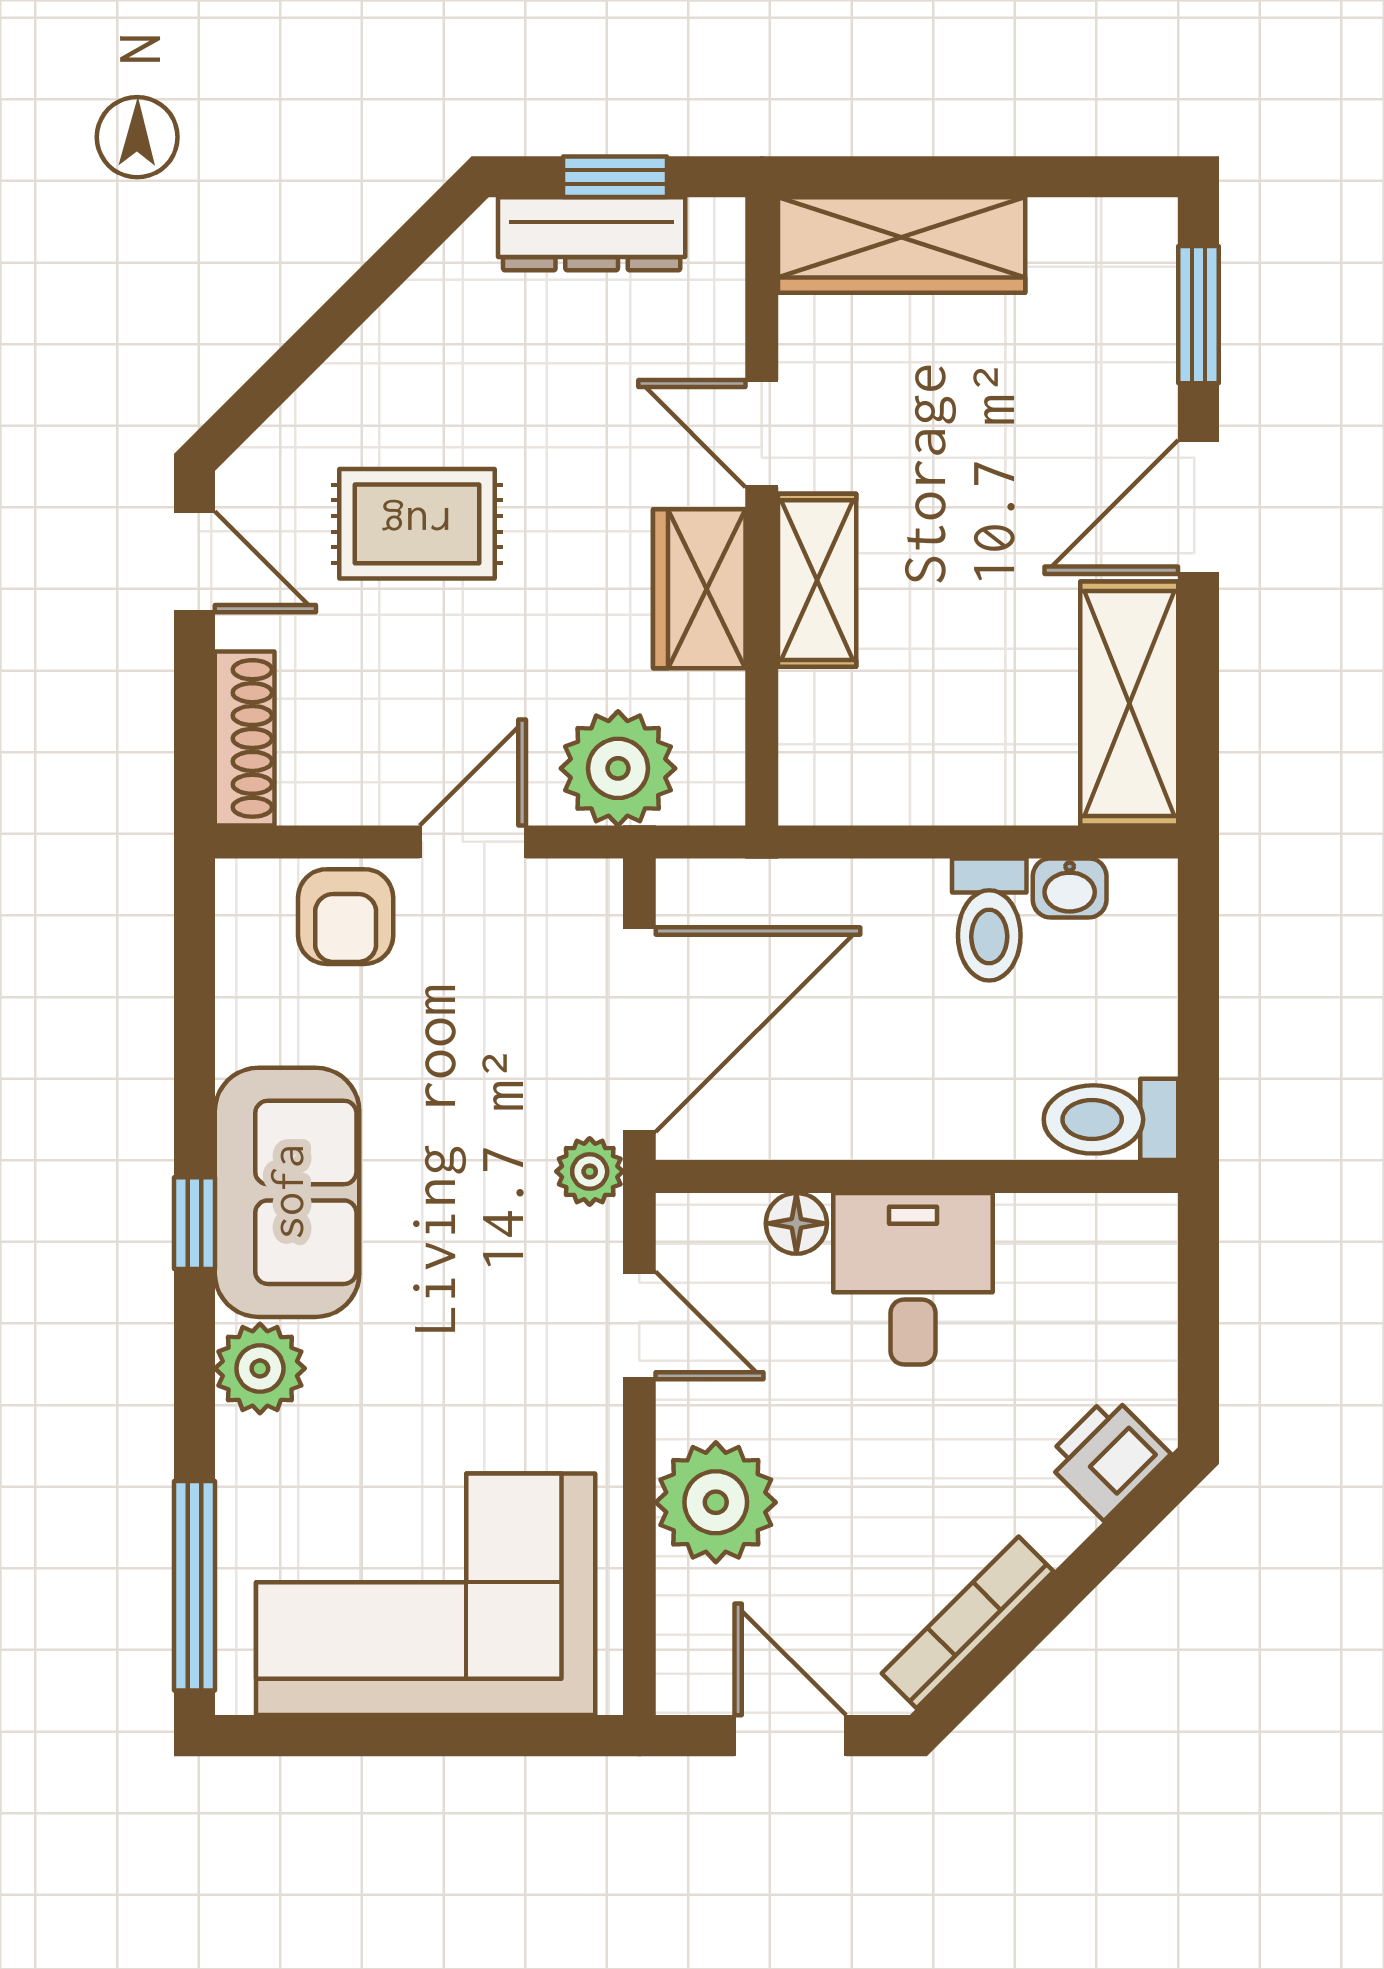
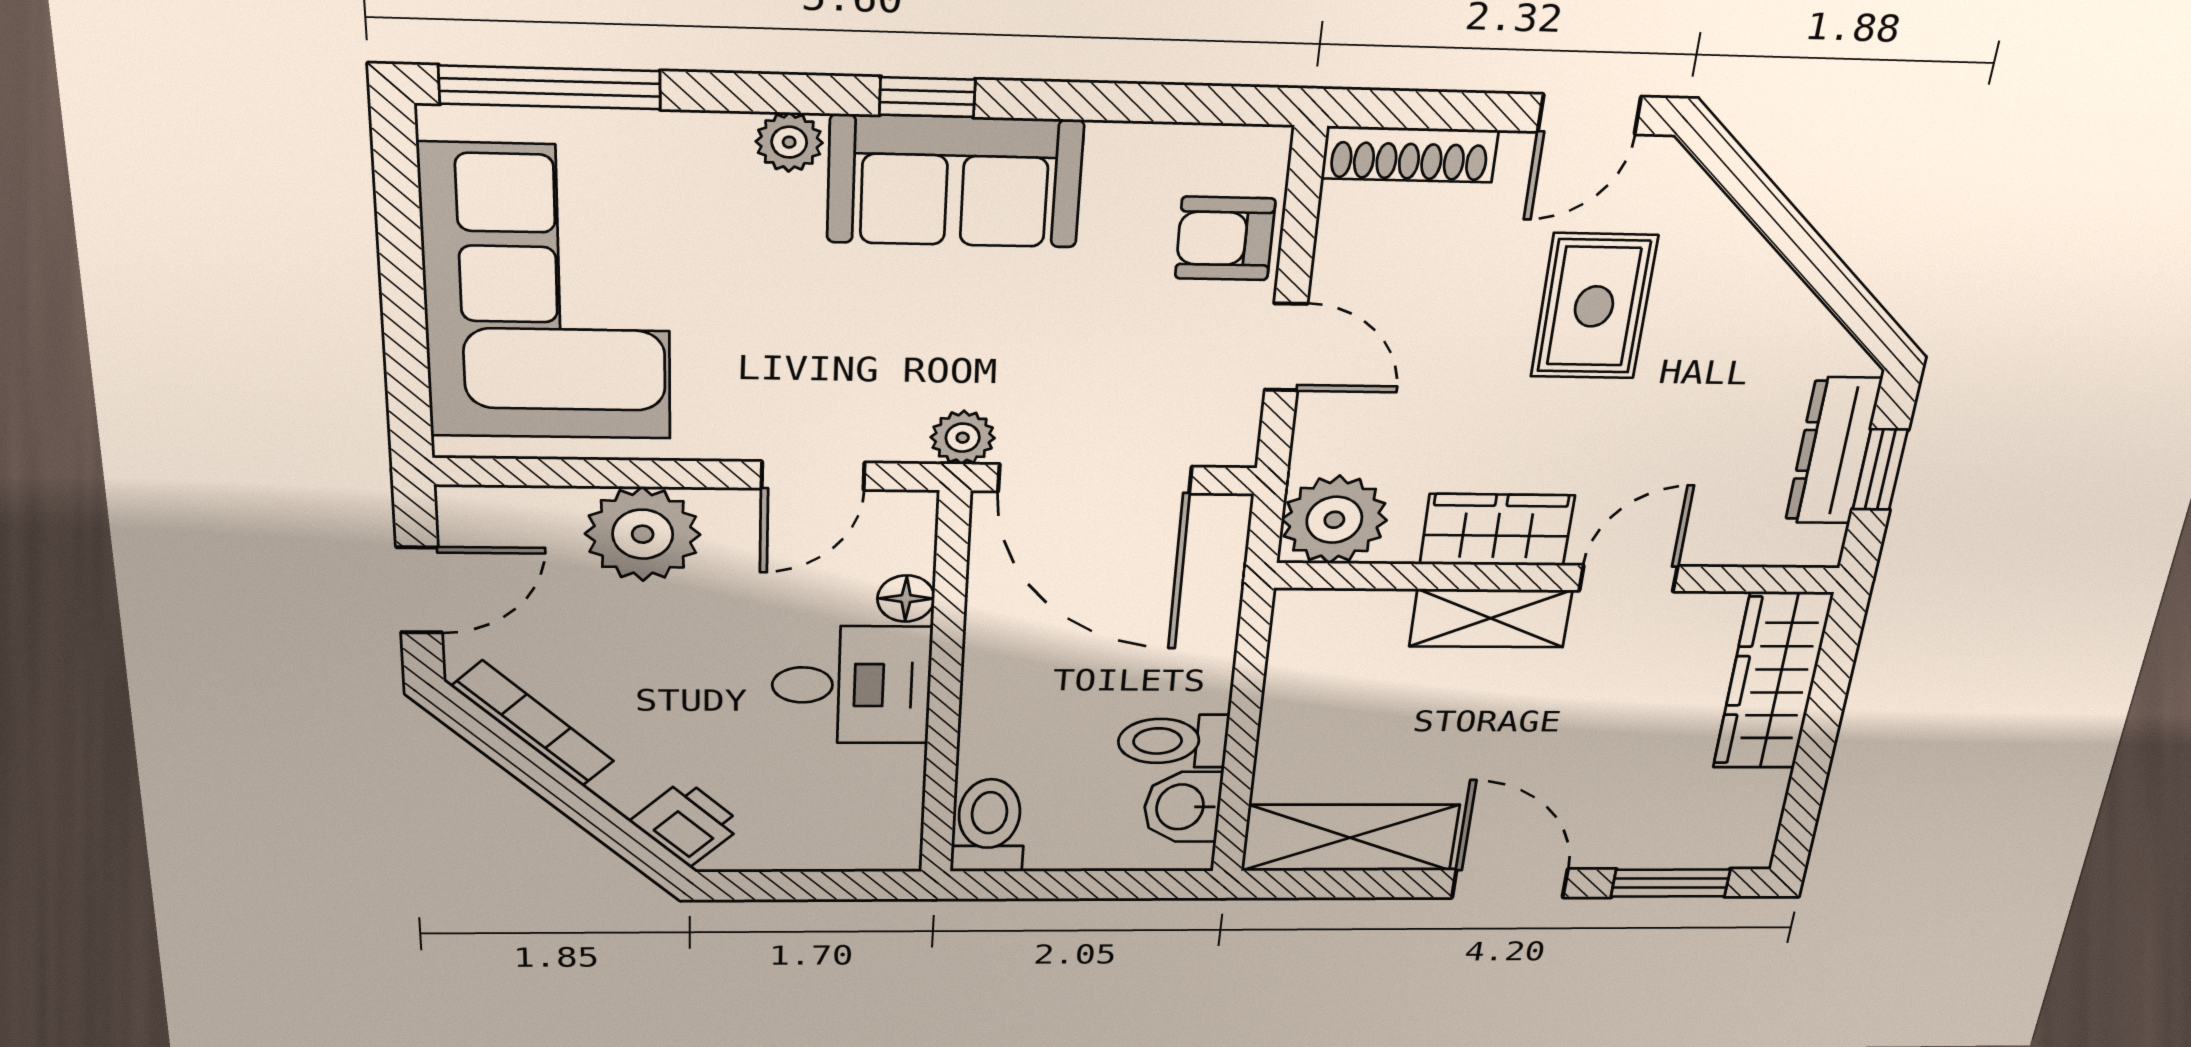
plant: (618, 768) -> (1334, 520), moved
washbasin: (1070, 888) -> (1182, 807), width x1.38, depth x1.45
plant: (260, 1368) -> (789, 142), width x0.73, depth x0.73

